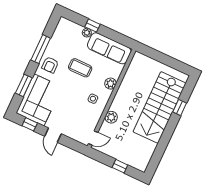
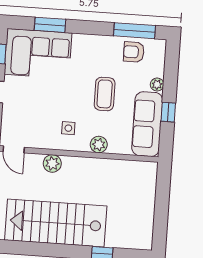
window: (92, 26) -> (168, 112), moved
window: (41, 49) -> (134, 31), moved
armchair: (50, 65) -> (134, 52), moved
stairs: (160, 107) -> (56, 223), moved

